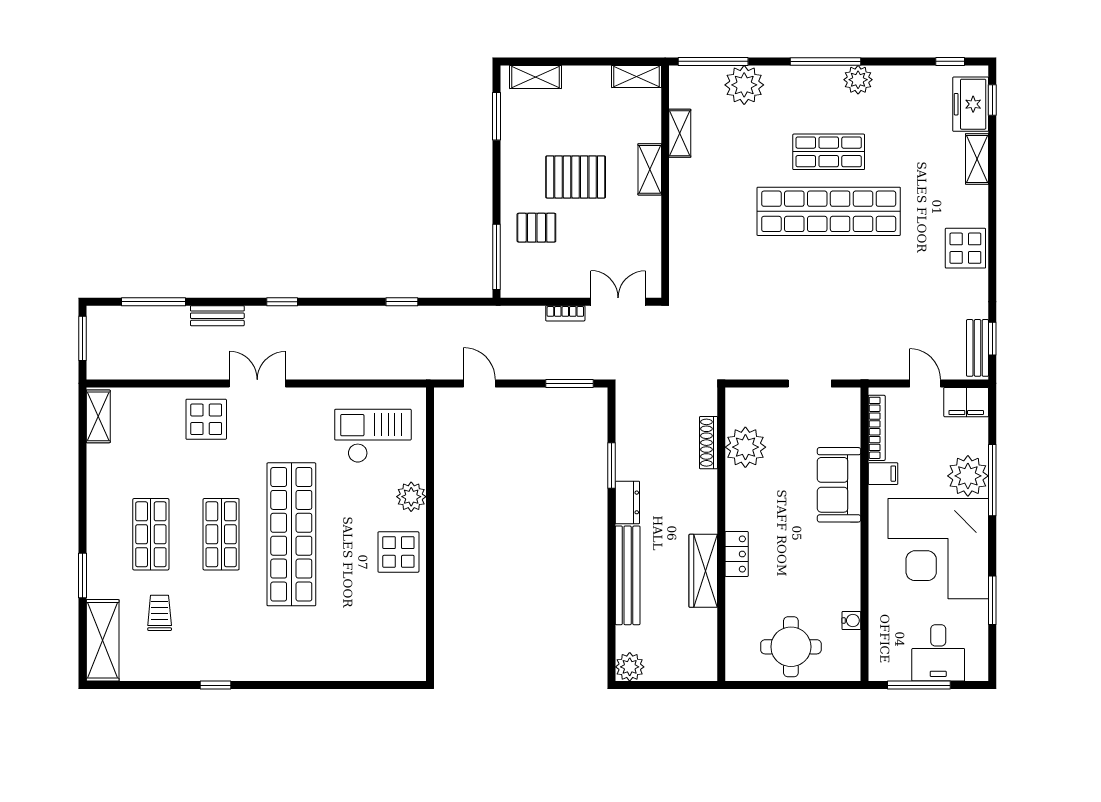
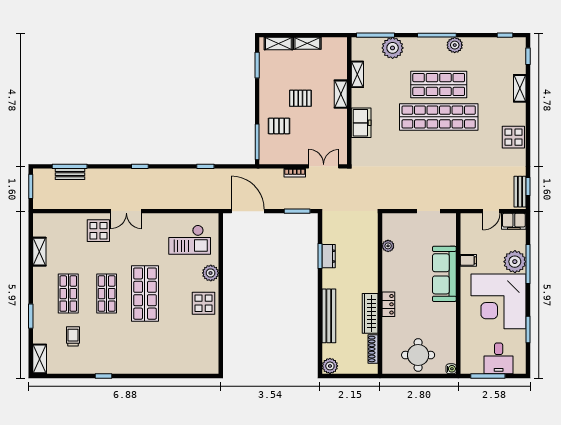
shelving: (636, 76) -> (307, 43), moved
freezer: (971, 104) -> (361, 123), moved, turned 180
shop shelf: (829, 152) -> (439, 85), width x1.43, depth x1.36
pallet: (576, 177) -> (300, 98), width x0.67, depth x0.71
bench: (217, 316) -> (70, 174), moved
double door: (257, 383) -> (126, 211), swing flipped
door: (479, 383) -> (248, 211), width x1.87
door: (925, 383) -> (491, 211), swing flipped
shelving: (98, 416) -> (39, 252), moved
bookcase: (877, 428) -> (465, 235), removed
checkout: (373, 436) -> (190, 240), turned 180
shoe rack: (709, 443) -> (373, 349), moved
plant: (745, 447) -> (388, 246), width x0.53, depth x0.53
sofa: (839, 485) -> (444, 274), width x1.36
dresser: (627, 502) -> (329, 256), moved
shop shelf: (291, 534) -> (145, 294), width x0.71
water cooler: (851, 621) -> (451, 369), moved
shelving: (103, 640) -> (40, 359), width x0.67, depth x0.75

